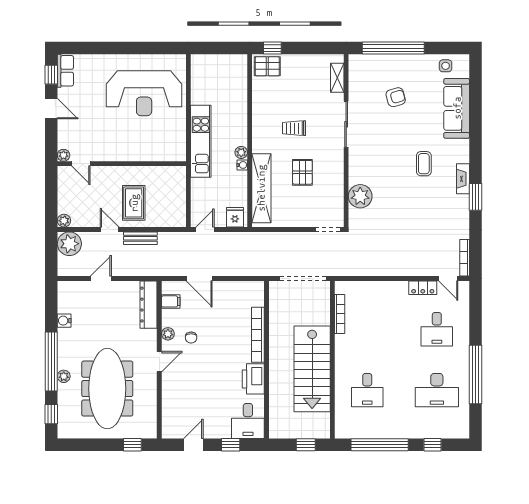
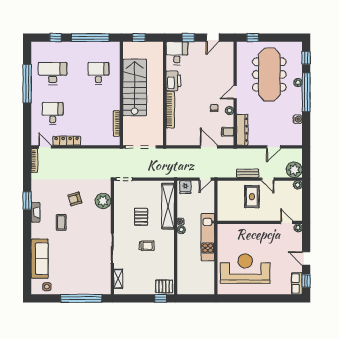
armchair: (396, 97) -> (75, 199), moved
locker: (423, 288) -> (67, 141), width x1.53

